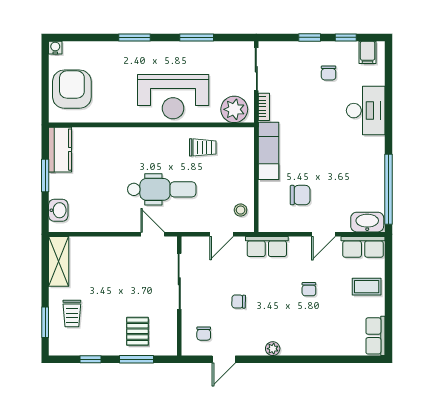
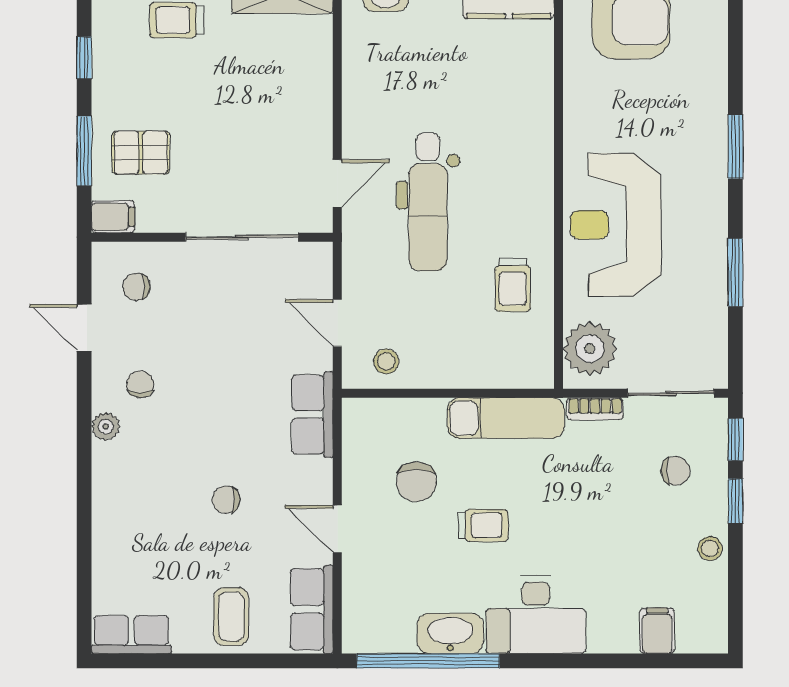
window: (346, 37) -> (735, 439), moved
stool: (333, 50) -> (710, 548), added
filing cabinet: (368, 52) -> (657, 631), moved, turned 90
chair: (329, 73) -> (676, 471), moved, turned 180
desk: (366, 111) -> (536, 615), moved
trolley: (322, 162) -> (483, 525), added
washbasin: (367, 222) -> (450, 633), moved, turned -90
chair: (239, 302) -> (140, 384), moved
filing cabinet: (169, 345) -> (113, 217), added

